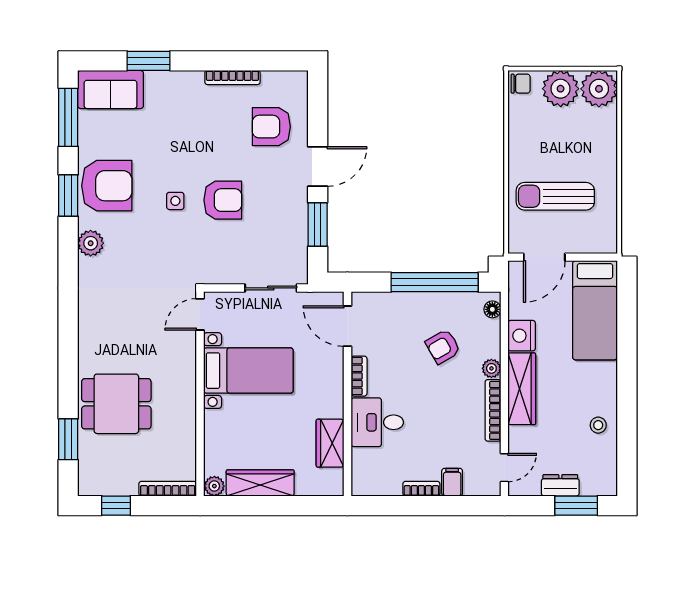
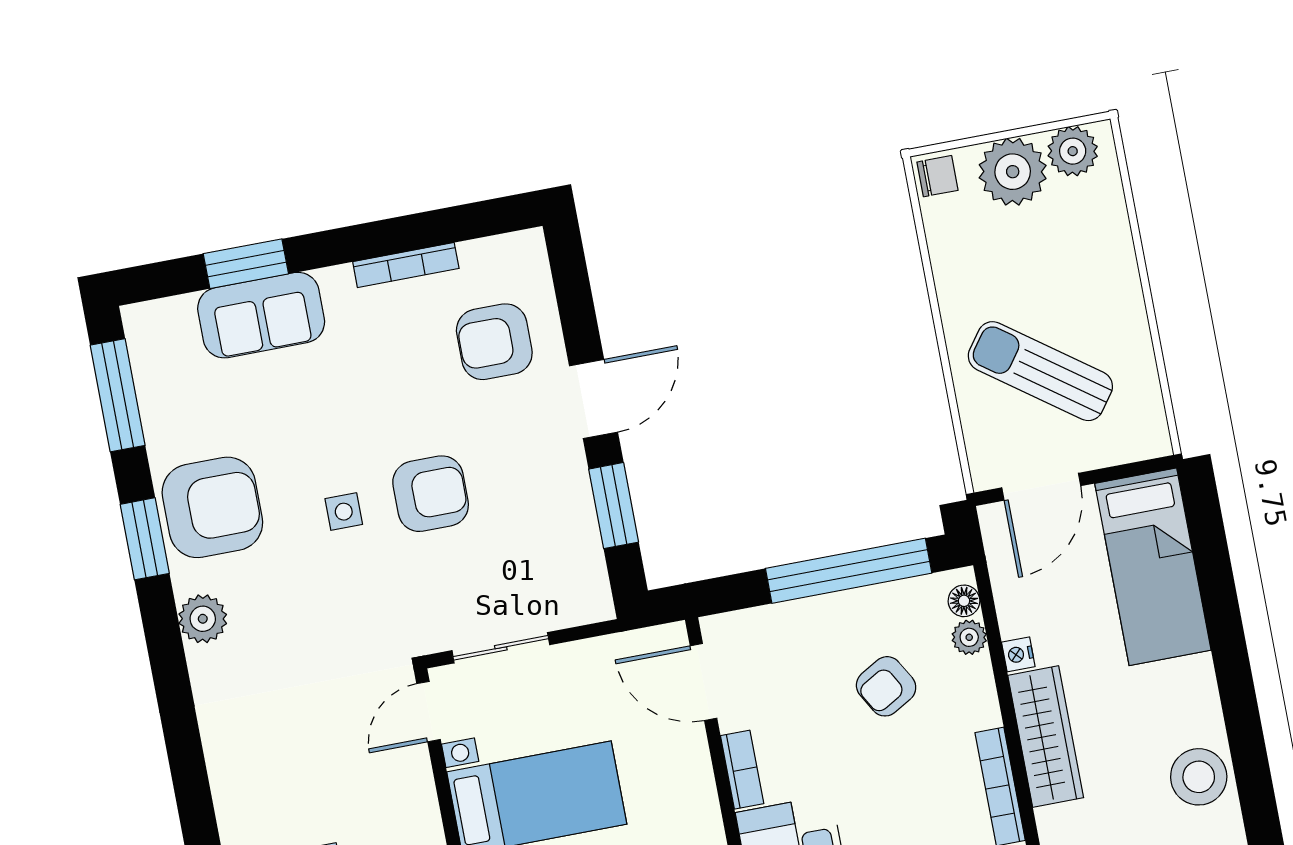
sofa: (111, 89) -> (261, 315), moved
plant: (599, 89) -> (1073, 151), width x0.73, depth x0.73
sun lounger: (555, 196) -> (1040, 371), turned 36
sliding door: (271, 288) -> (501, 648), moved
nightstand: (522, 336) -> (1018, 654), width x0.53, depth x0.56
plant: (491, 368) -> (969, 637), moved
stool: (598, 425) -> (1199, 777), width x1.89, depth x1.89

